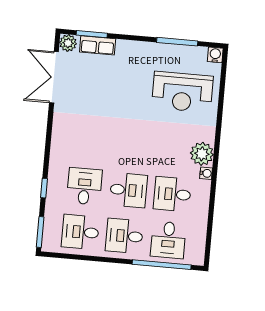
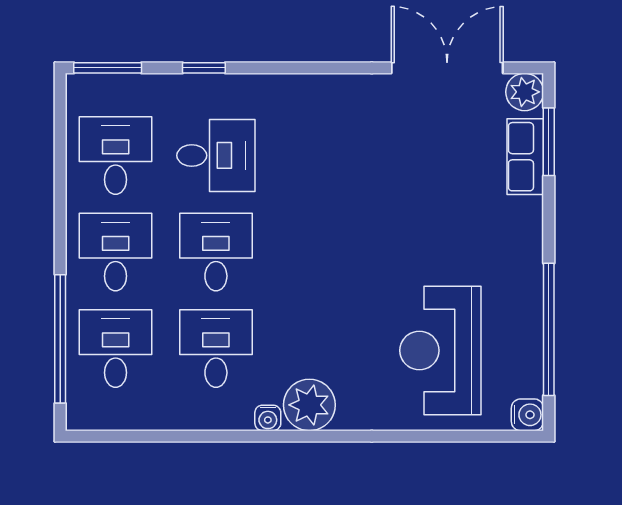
window: (177, 42) -> (549, 329), width x1.46
desk: (128, 190) -> (216, 252), turned 180
desk: (168, 240) -> (116, 348), turned 90

